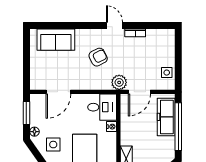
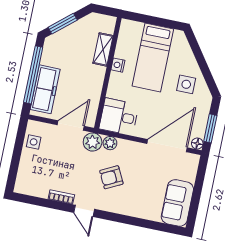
sofa: (56, 40) -> (177, 203), moved, turned -90
plant: (105, 84) -> (110, 143), added
door: (58, 92) -> (167, 146), width x1.36
nightstand: (112, 127) -> (118, 65), moved
floor lamp: (34, 132) -> (197, 144), moved

